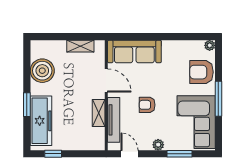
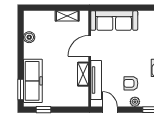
boiler: (42, 71) -> (29, 37), width x0.54, depth x0.54
door: (106, 81) -> (90, 46), swing flipped
window: (27, 105) -> (21, 90), moved
armchair: (147, 105) -> (131, 83), moved

